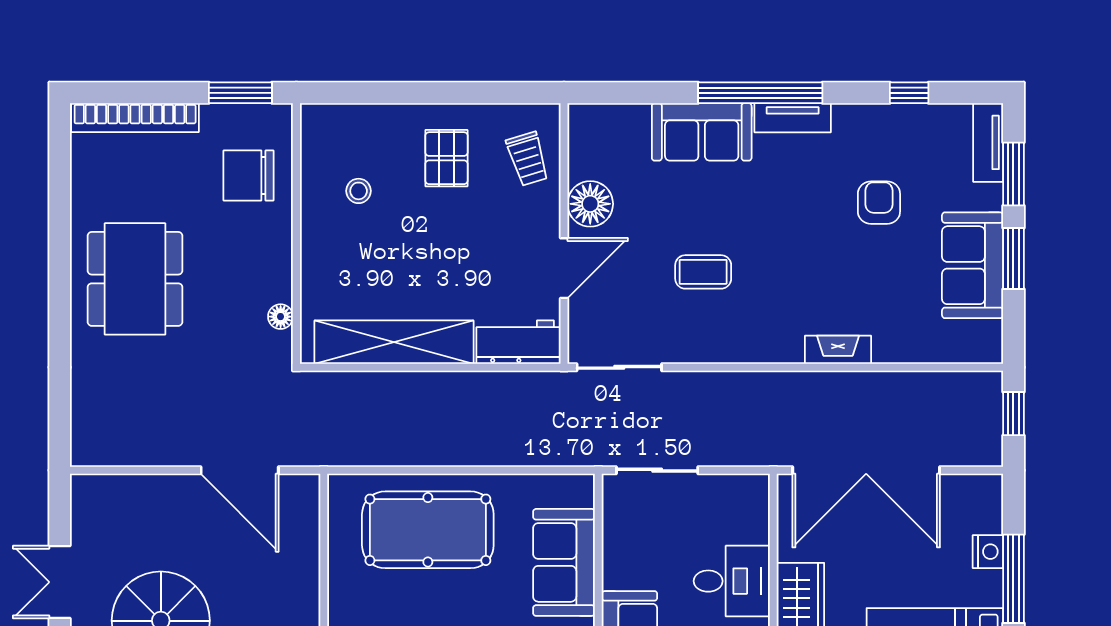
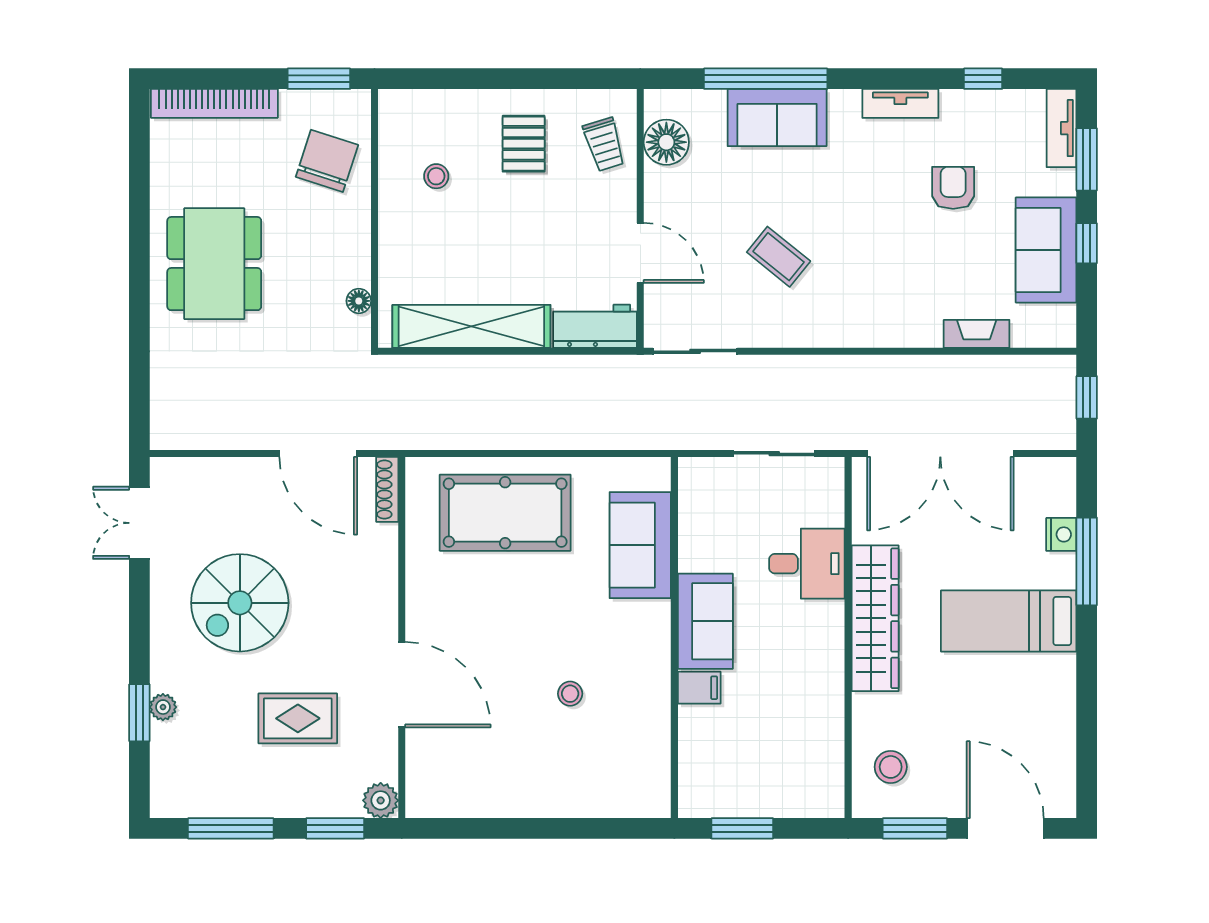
window: (760, 93) -> (766, 79), moved
tv unit: (793, 118) -> (900, 103), moved
chair: (248, 175) -> (327, 161), turned 108
floor lamp: (590, 204) -> (666, 142), moved
window: (1013, 258) -> (1087, 243), width x0.67
door: (564, 268) -> (640, 253), hinge flipped
coffee table: (703, 272) -> (779, 257), turned 39
fireplace: (838, 350) -> (977, 334), moved
sliding door: (657, 470) -> (774, 454), moved
shoe rack: (309, 506) -> (387, 489), added
double door: (60, 582) -> (139, 523), moved

